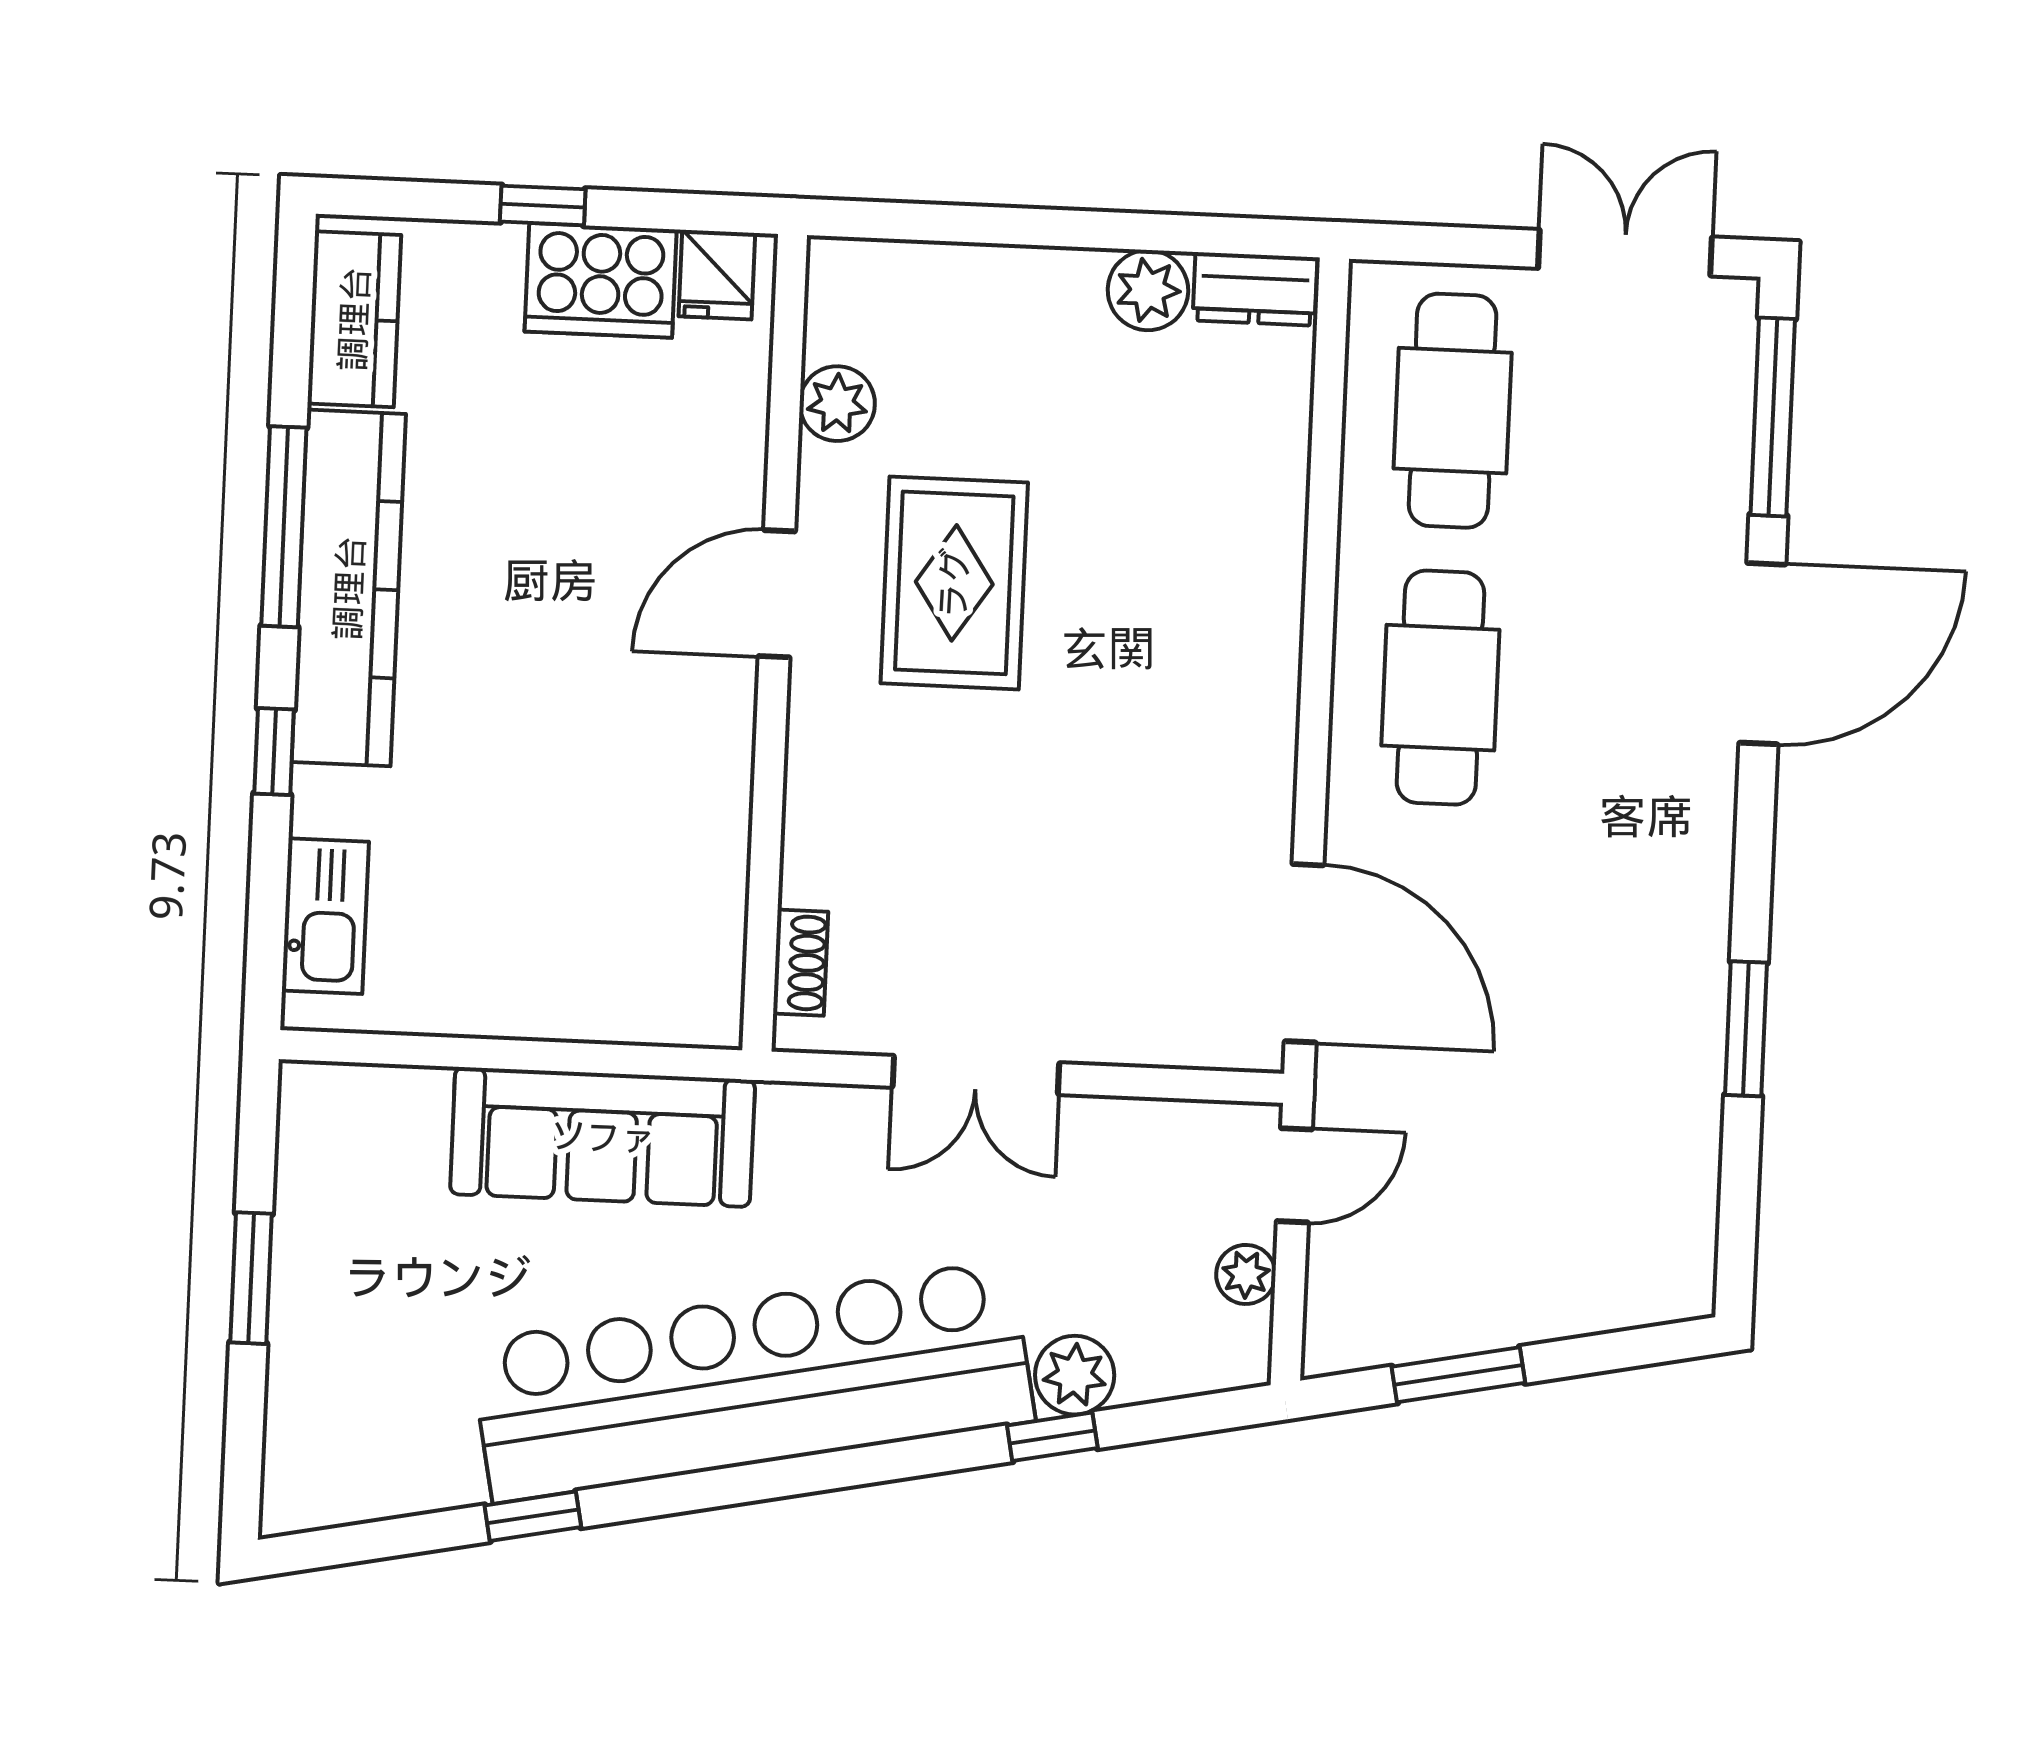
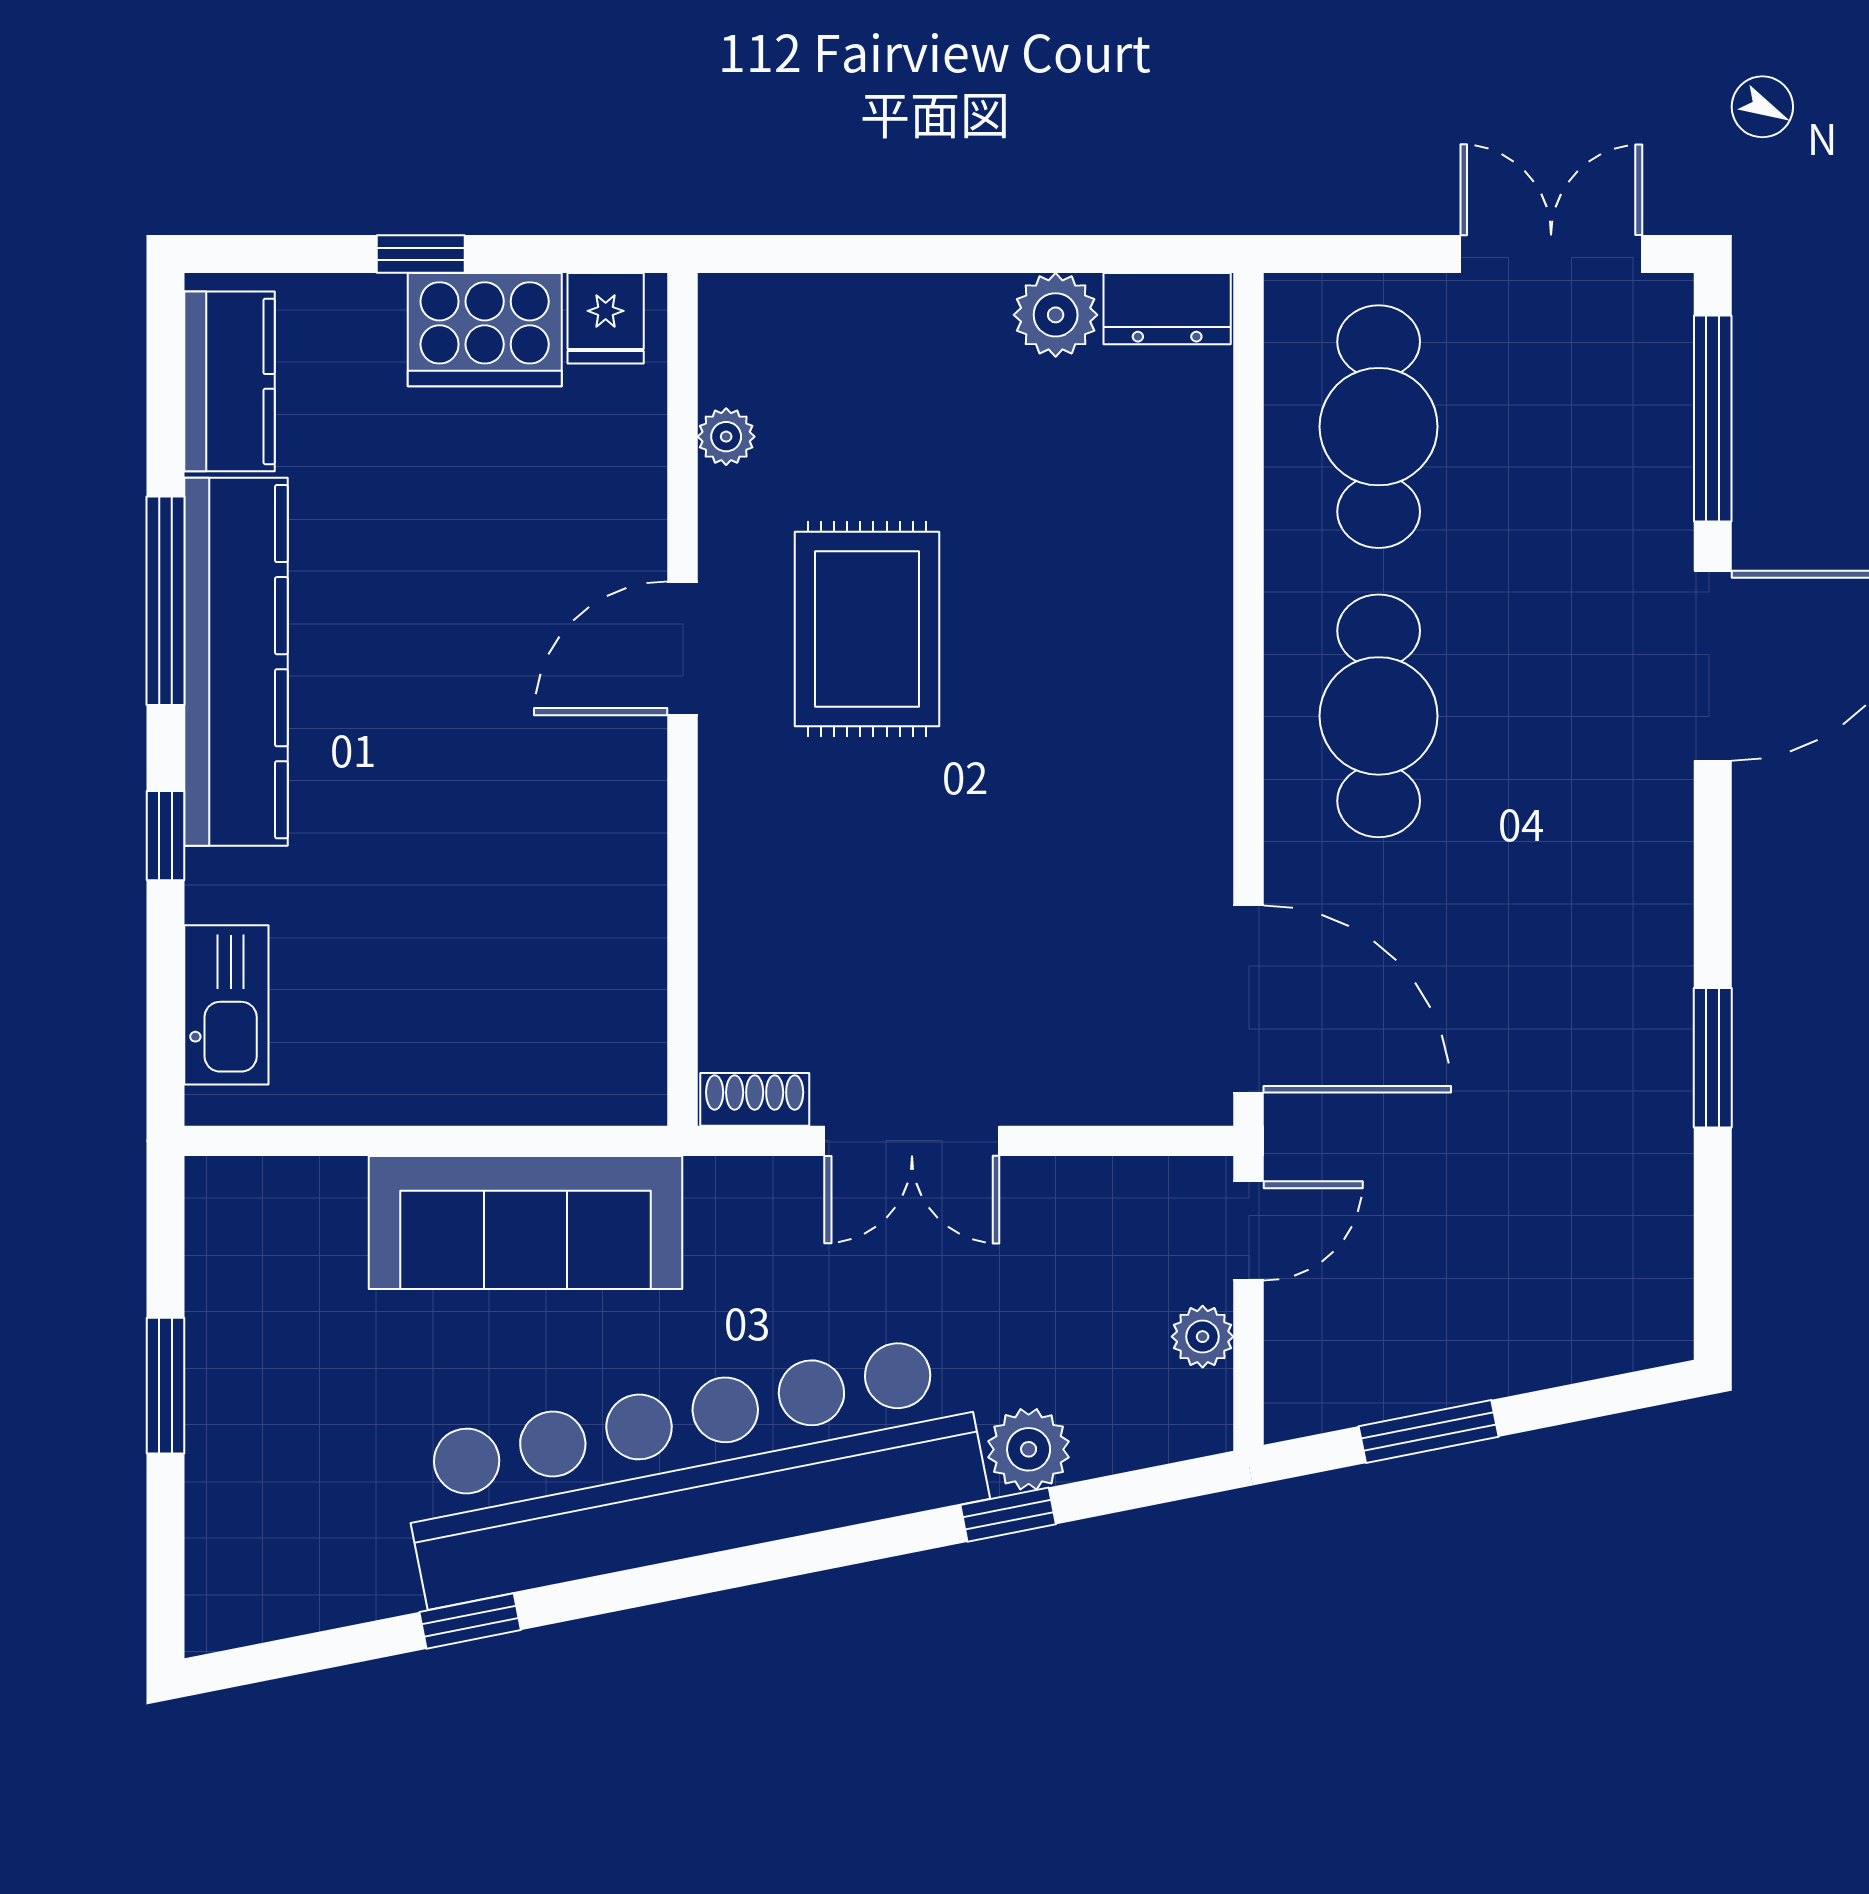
plant: (837, 404) -> (726, 437), width x0.73, depth x0.73
shoe rack: (801, 963) -> (755, 1099), moved, turned -90

